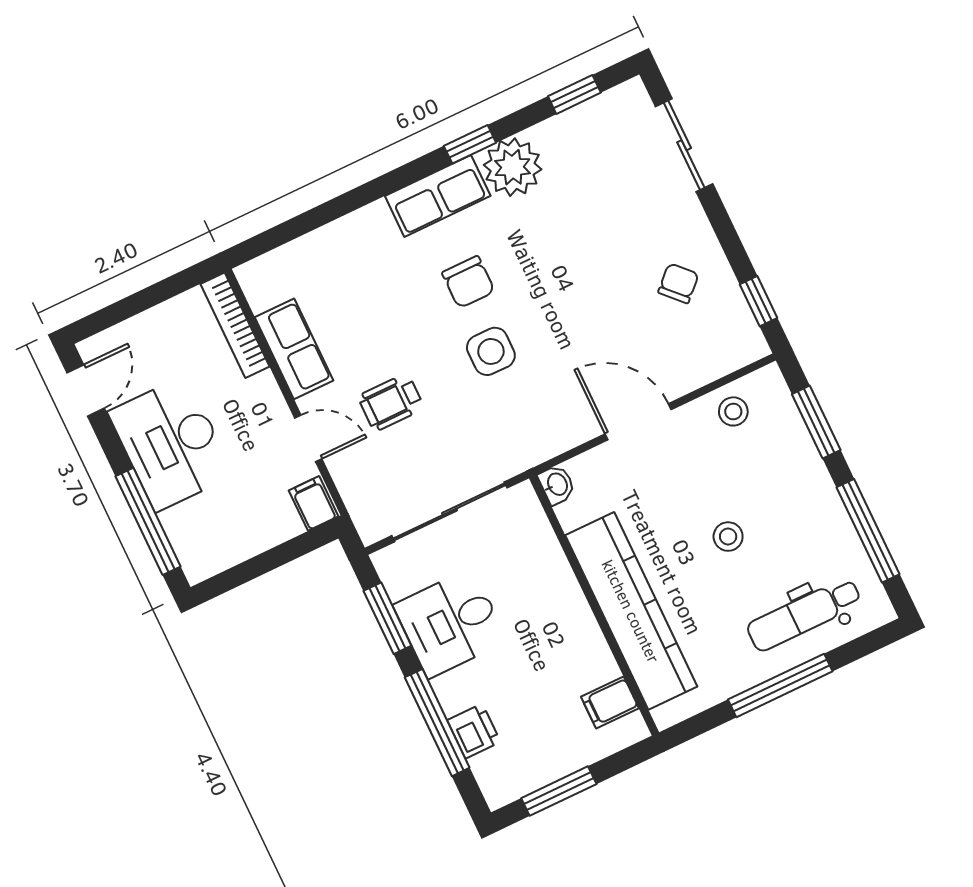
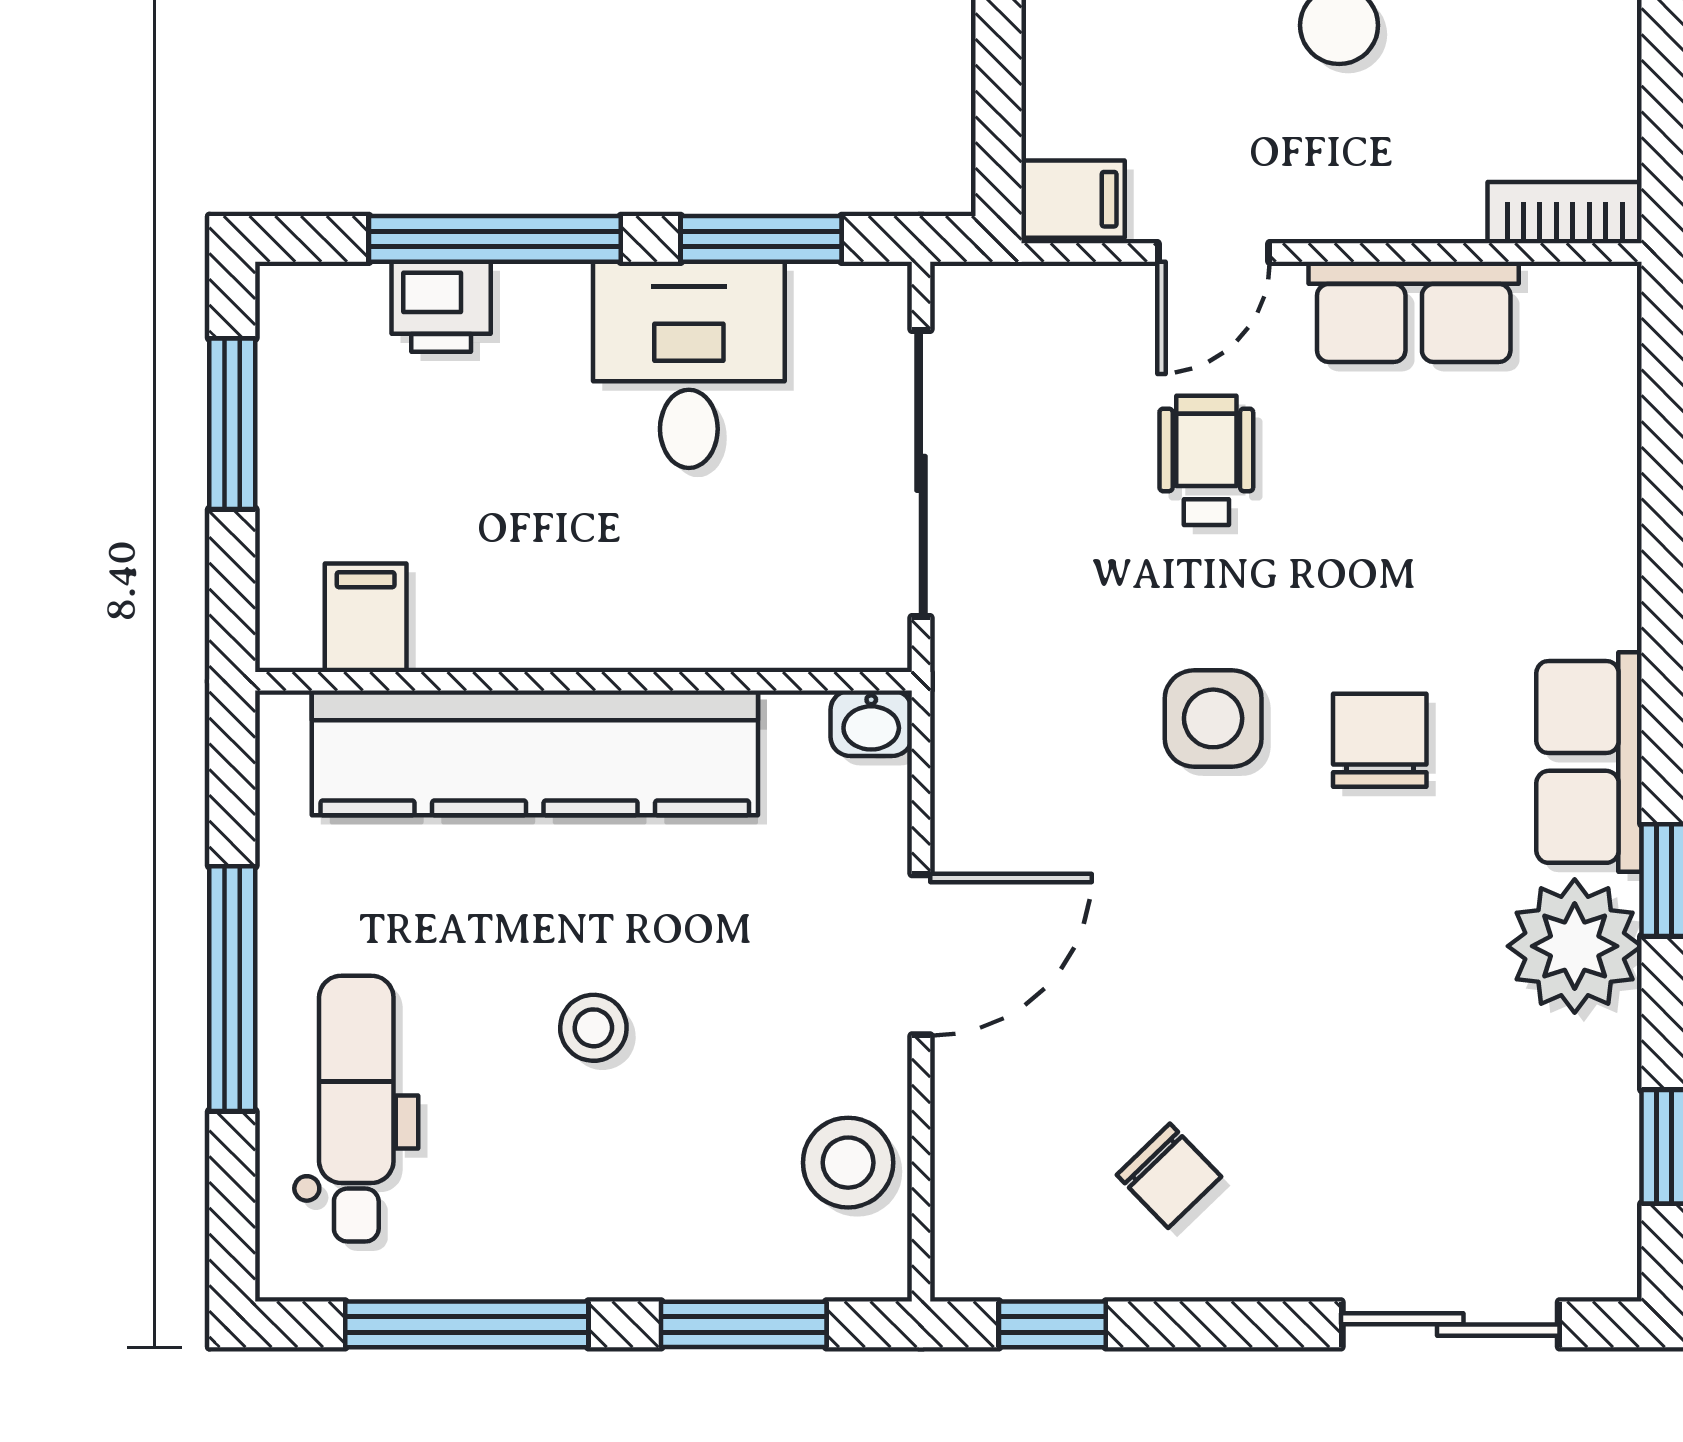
chair: (468, 282) -> (1380, 740), turned 90
bookcase: (235, 325) -> (1565, 213), width x0.64
stool: (733, 411) -> (848, 1163), width x1.37, depth x1.37

